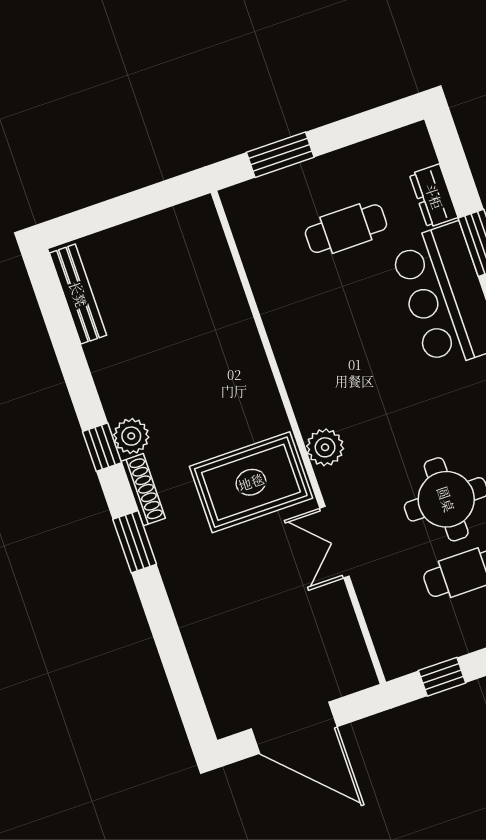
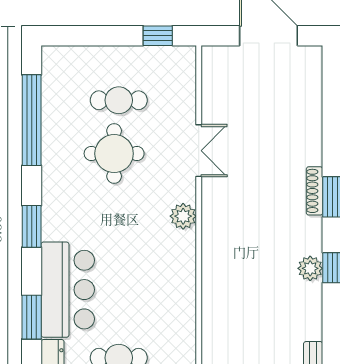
rug: (251, 482) -> (241, 210), removed
shoe rack: (143, 490) -> (314, 191), moved

